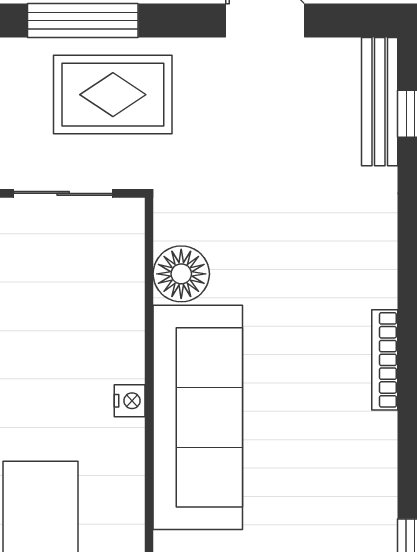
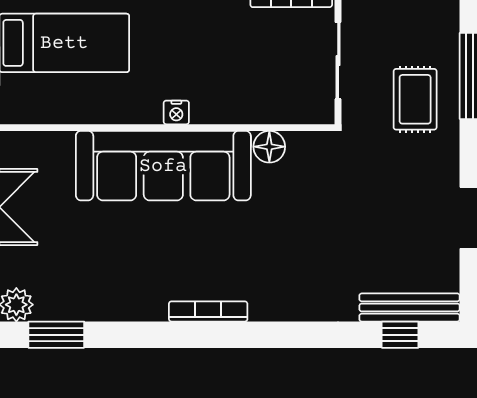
rug: (113, 95) -> (415, 99), width x0.73, depth x0.70
floor lamp: (181, 274) -> (269, 147), width x0.73, depth x0.73

